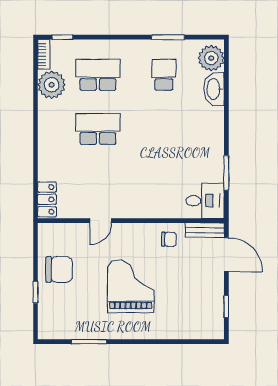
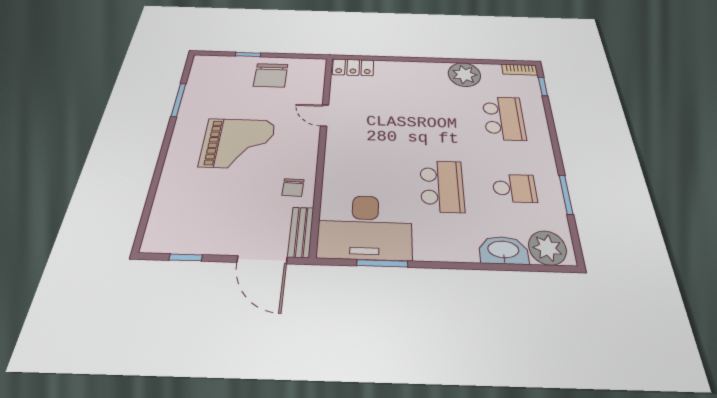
plant: (52, 85) -> (464, 75), moved
school desk: (98, 129) -> (442, 186), moved
desk: (205, 201) -> (365, 227), width x1.87, depth x1.30
door: (226, 255) -> (262, 260), hinge flipped

